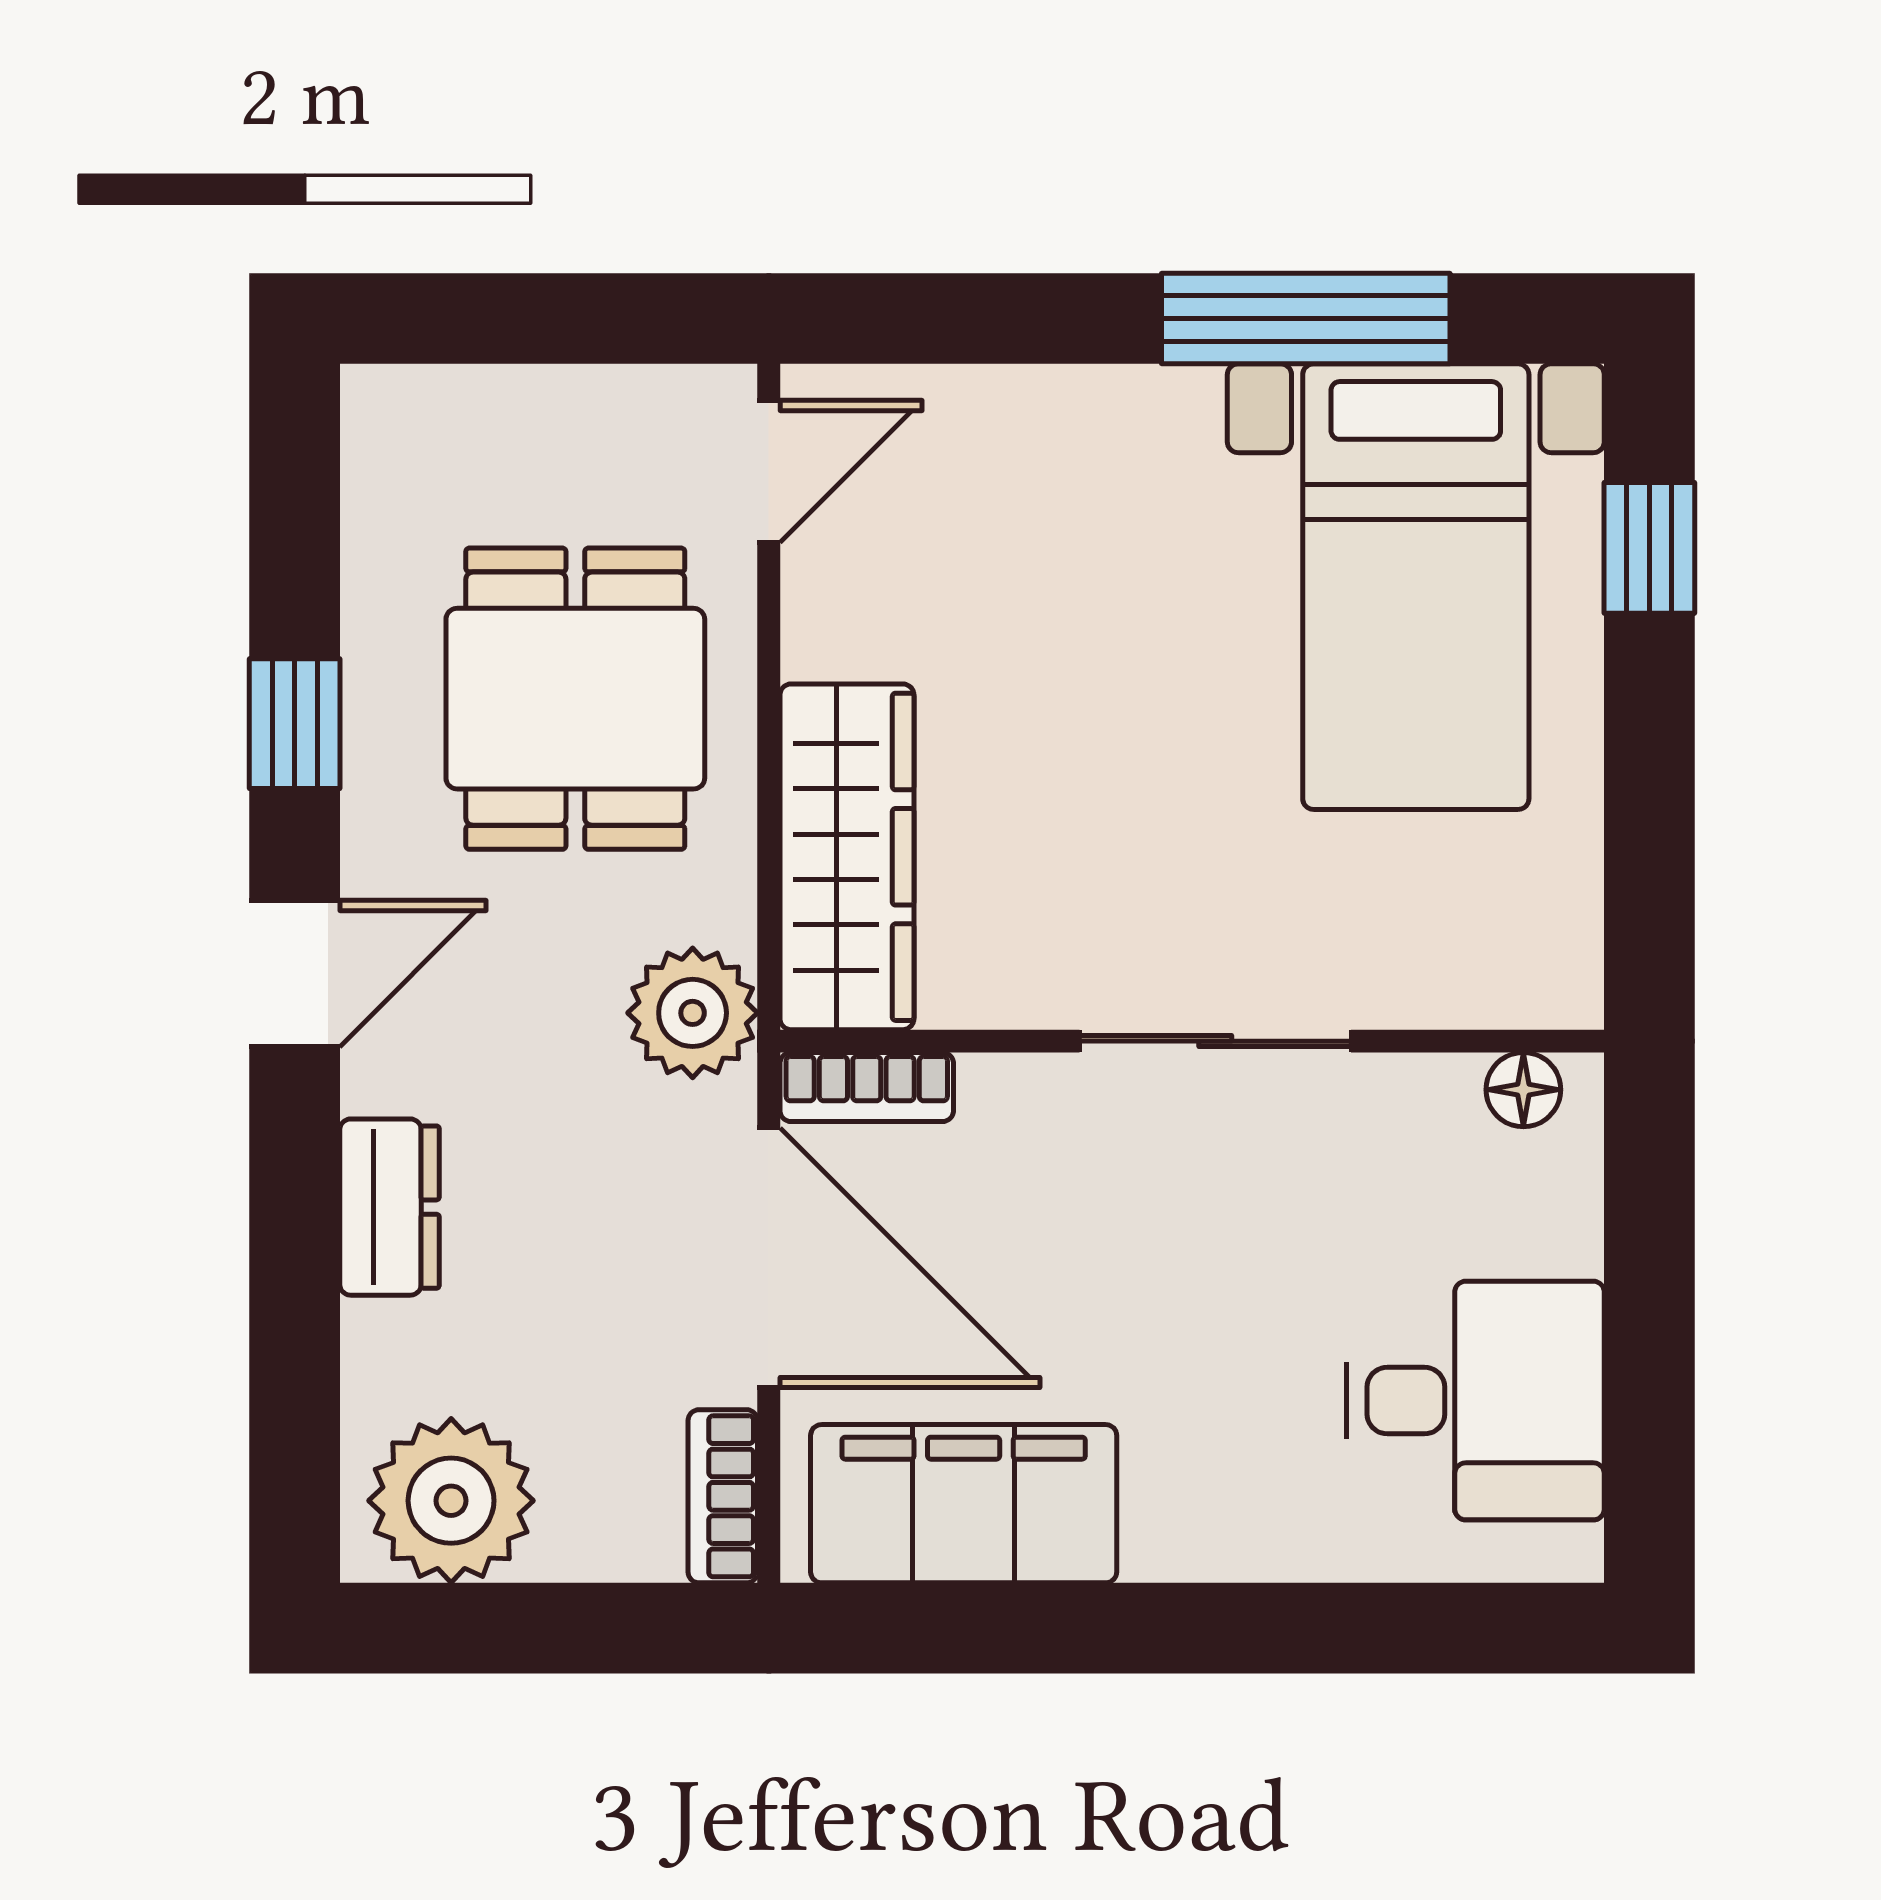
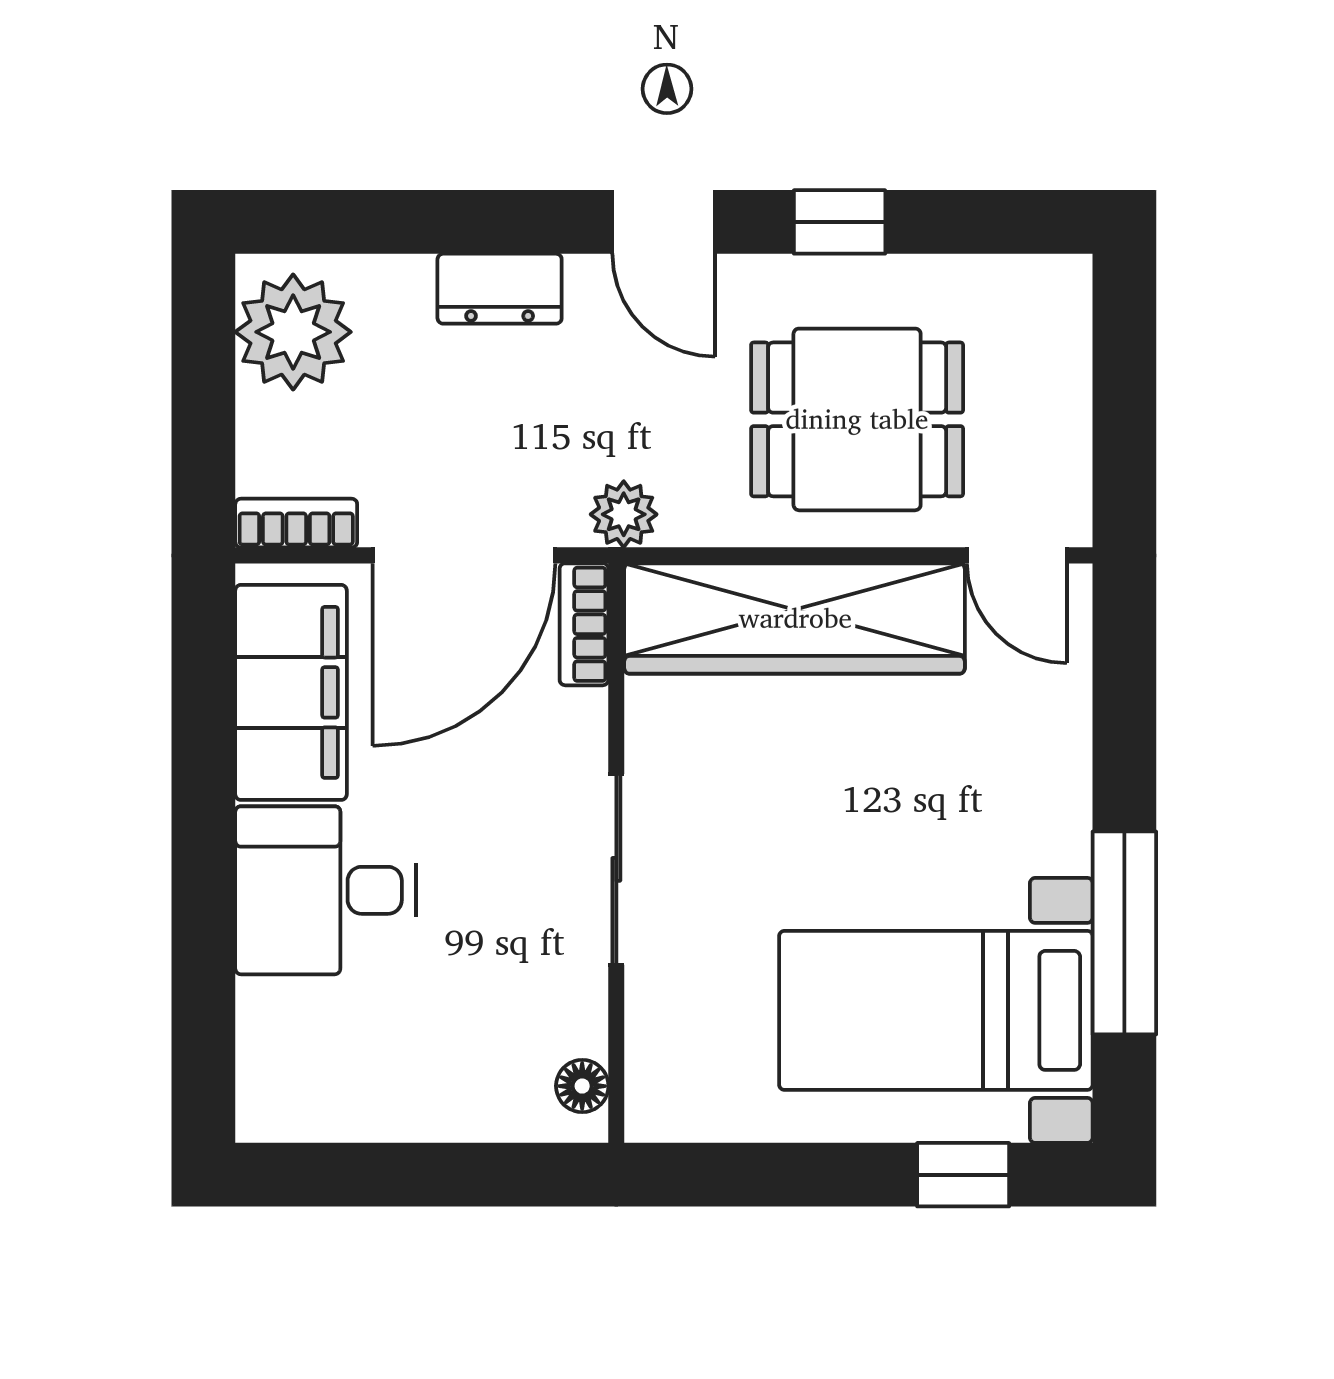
wardrobe: (847, 857) -> (795, 618), width x1.40, depth x1.17
plant: (693, 1013) -> (624, 514), width x0.73, depth x0.73
desk: (1475, 1401) -> (326, 890), moved, turned 90

